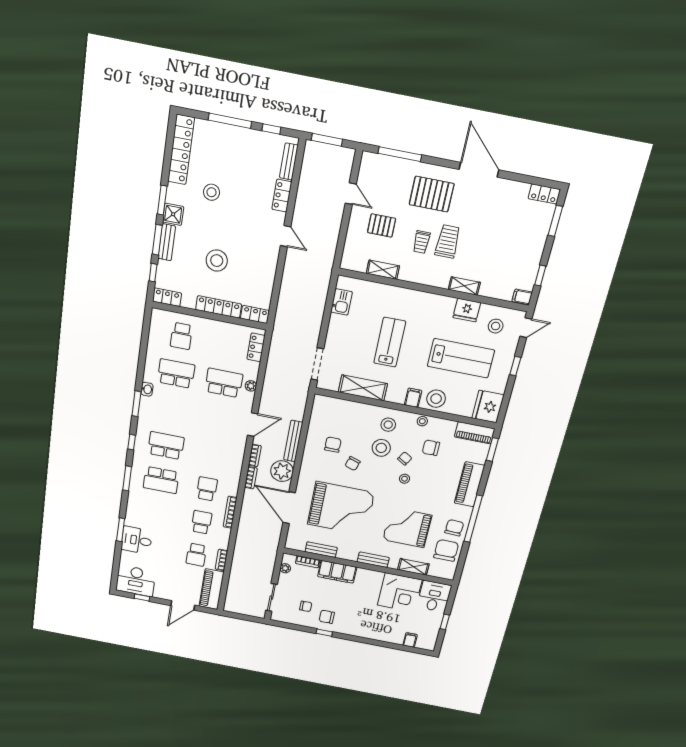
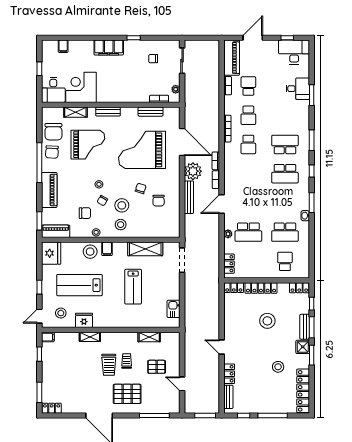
filing cabinet: (337, 572) -> (109, 48), moved, turned 180
chair: (327, 617) -> (134, 53), removed

